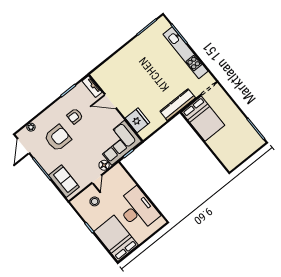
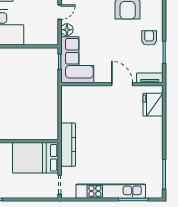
door: (110, 101) -> (122, 84), hinge flipped
armchair: (75, 116) -> (149, 38), moved
fridge: (138, 120) -> (153, 105), moved, turned 90
door: (97, 179) -> (60, 12), swing flipped

